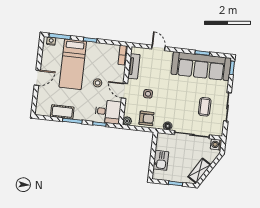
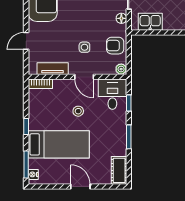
door: (124, 91) -> (84, 77), hinge flipped
cot: (62, 112) -> (119, 170), moved
armchair: (146, 118) -> (115, 46), turned -90
kitchen sink: (161, 160) -> (150, 22), moved

